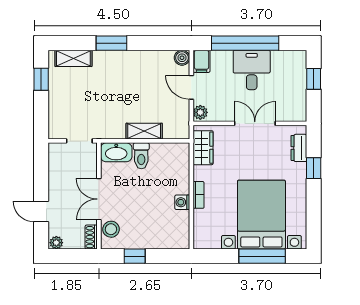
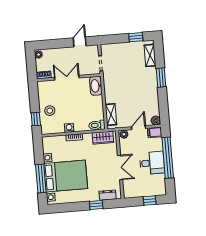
shelving: (144, 131) -> (111, 115), moved
toilet: (141, 156) -> (97, 125), moved
door: (41, 212) -> (80, 42), moved
stool: (111, 229) -> (50, 111), moved
window: (135, 256) -> (36, 119), moved

